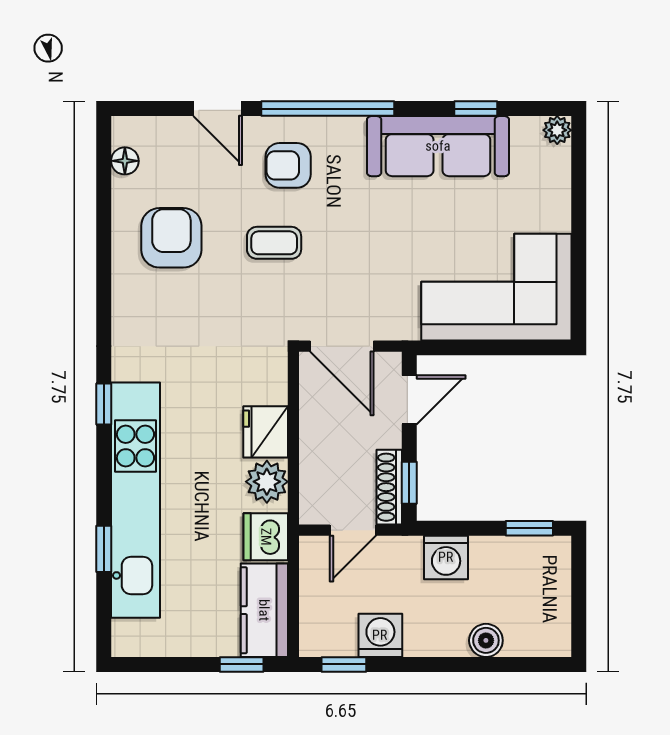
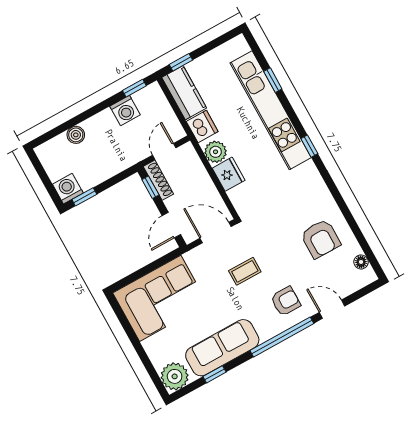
plant: (557, 130) -> (175, 376), width x1.87, depth x1.87
coffee table: (274, 243) -> (245, 271), moved
washing machine: (446, 557) -> (68, 189), moved

